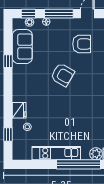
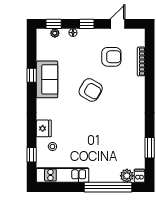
window: (59, 14) -> (87, 24), width x0.46
sofa: (22, 47) -> (47, 79), moved
kitchen unit: (56, 153) -> (62, 175), moved

